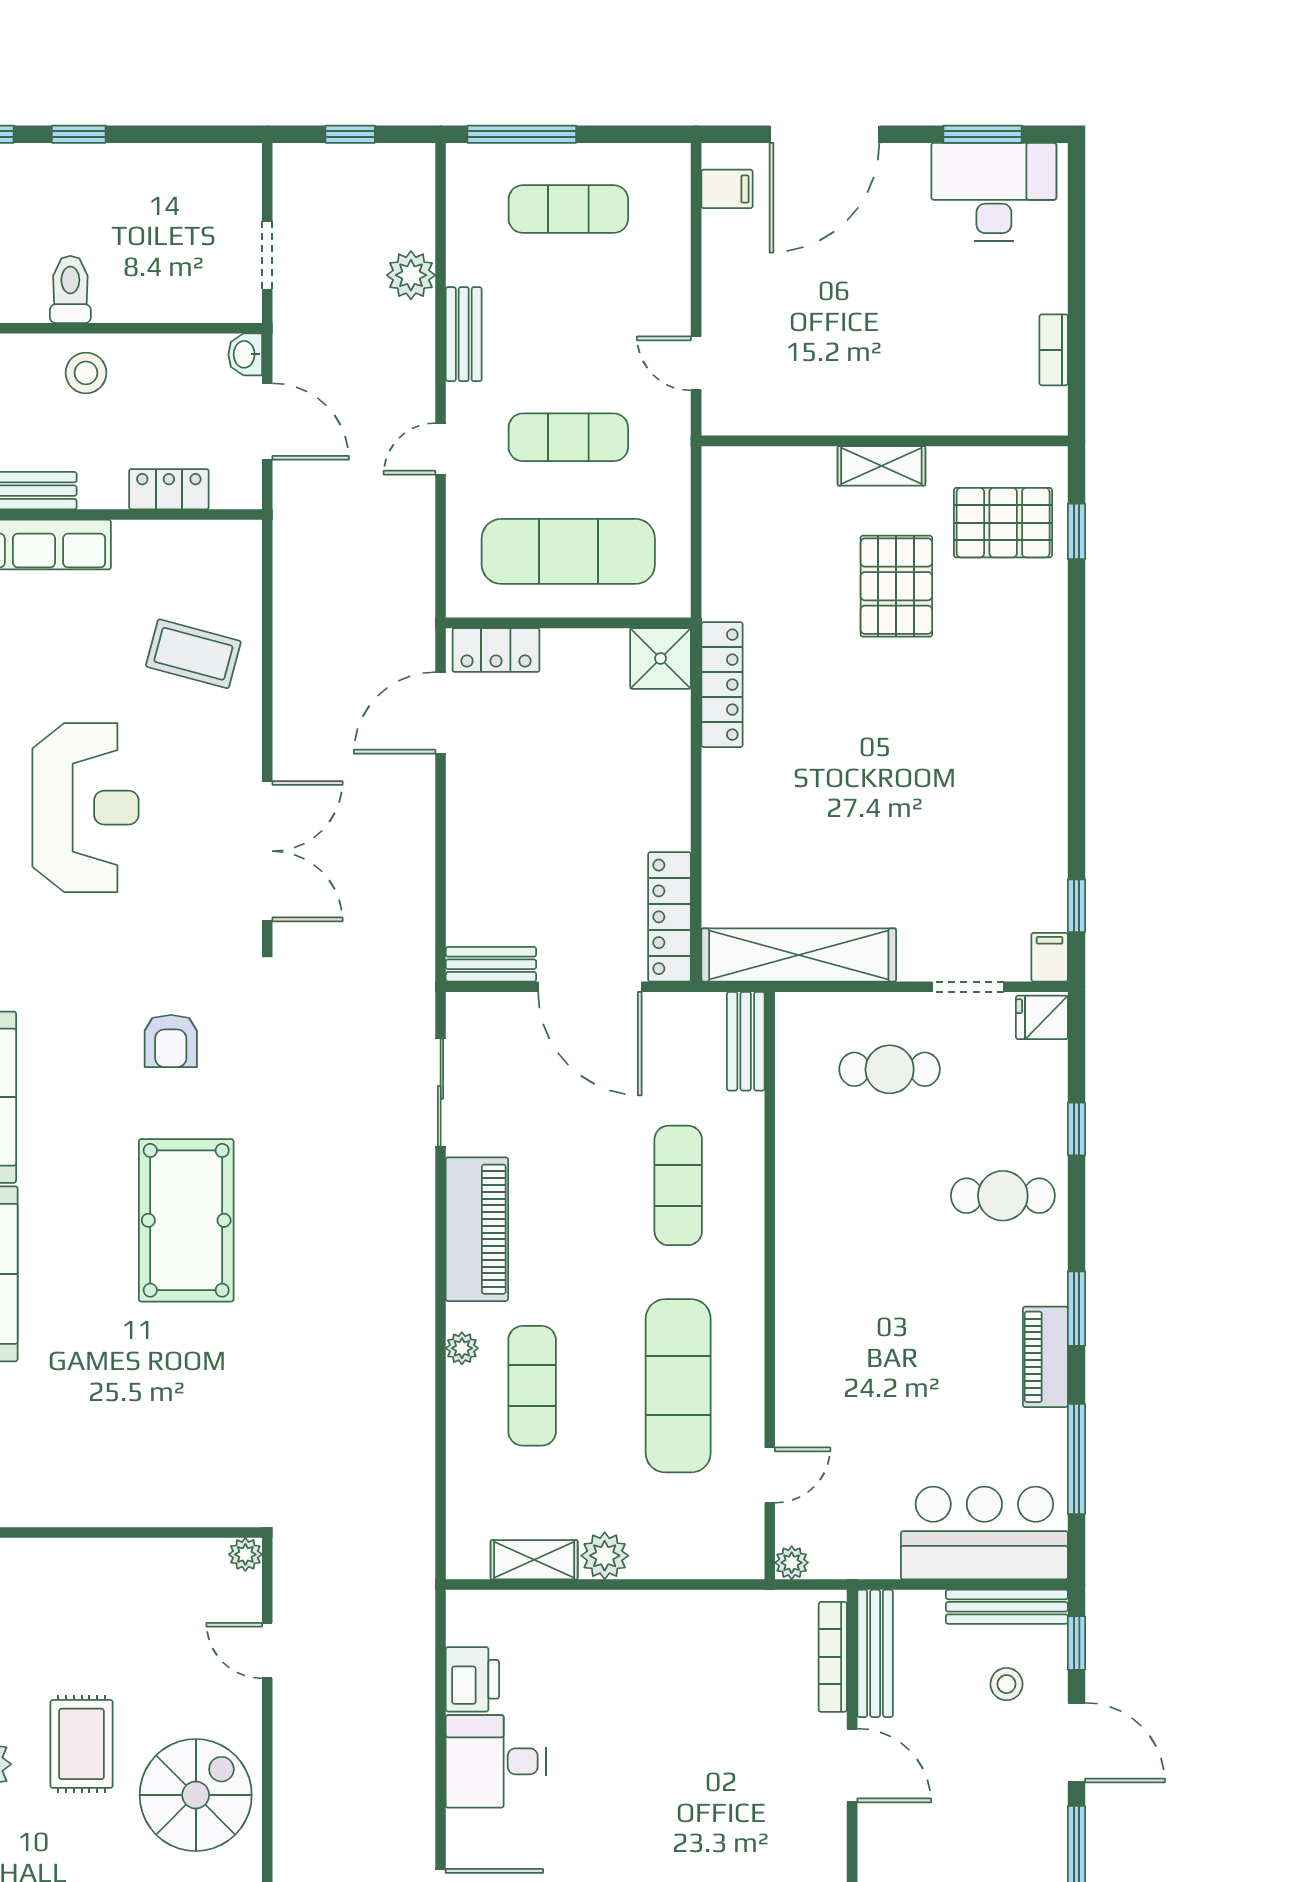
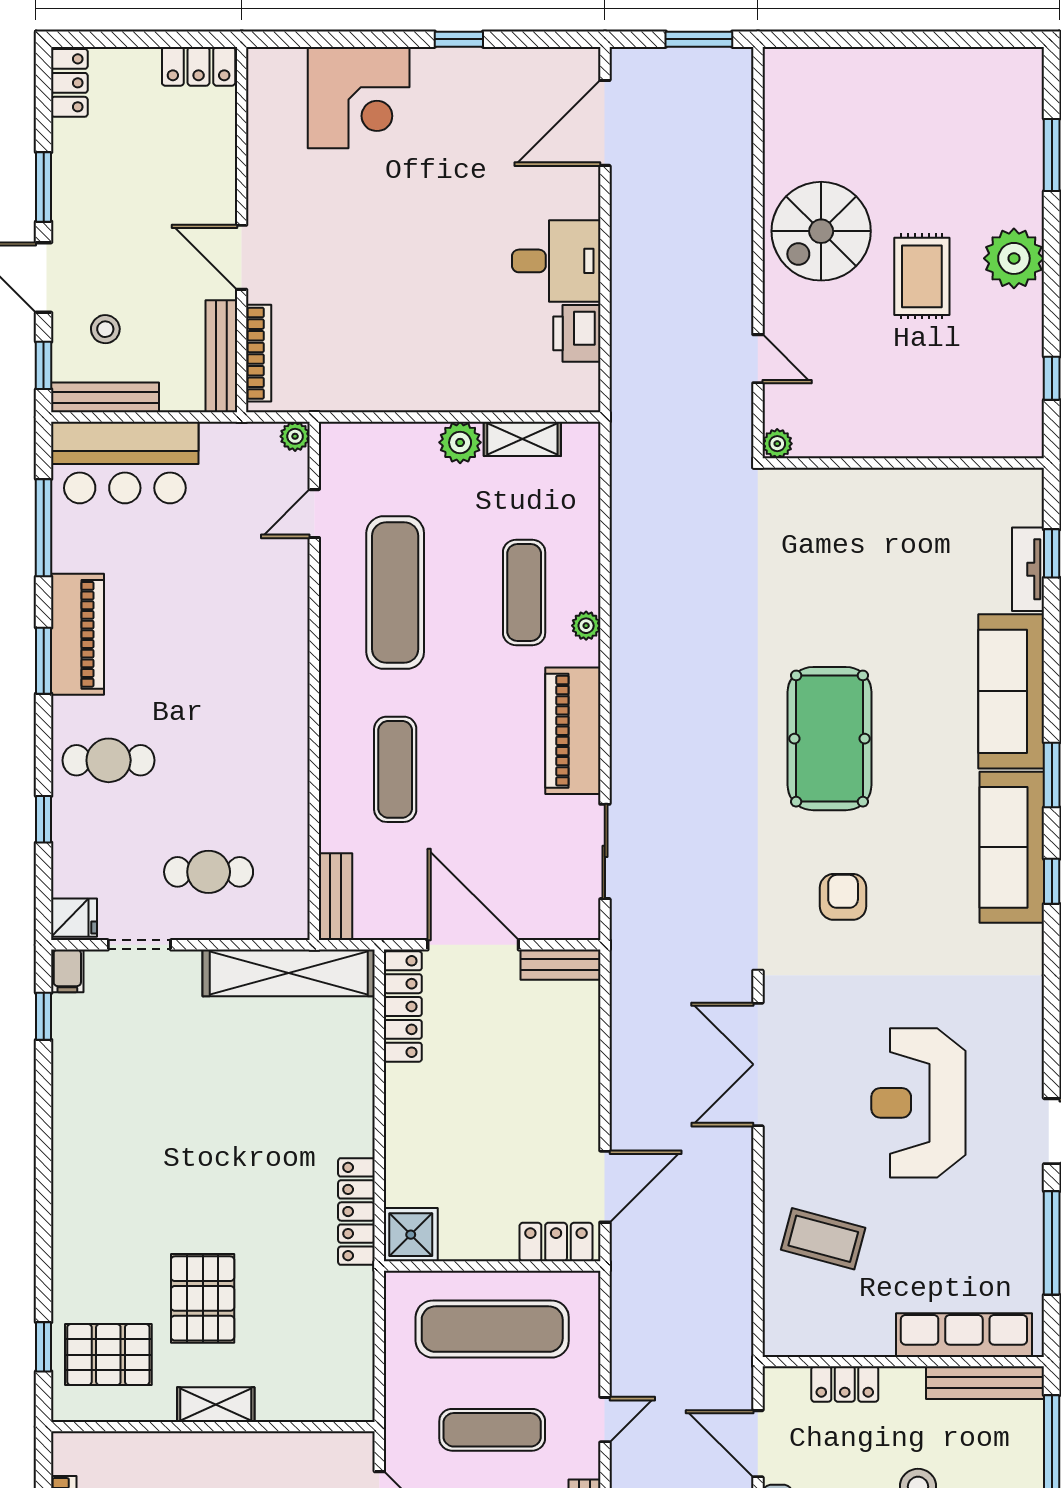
piano: (1045, 1357) -> (78, 634), width x1.37, depth x1.33

